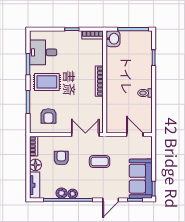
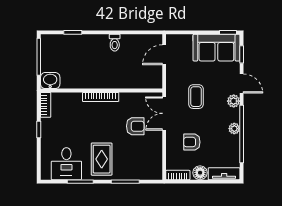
armchair: (48, 116) -> (135, 126), moved
plant: (62, 193) -> (234, 101), moved

